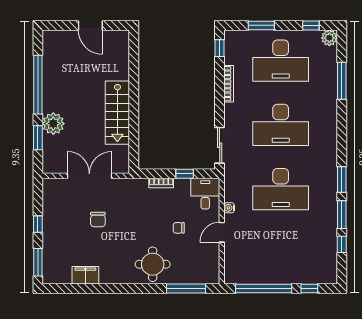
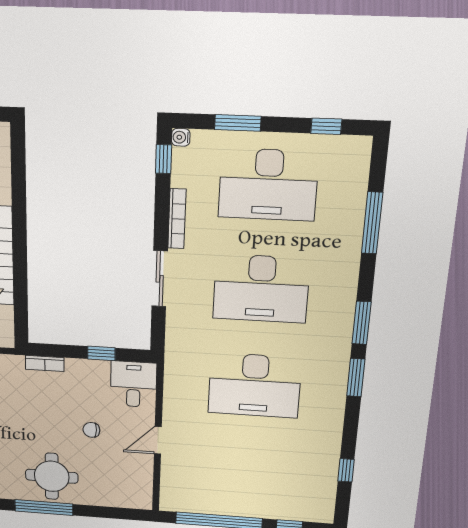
plant: (329, 38) -> (357, 149), removed
sliding door: (220, 145) -> (160, 279), moved
bookcase: (161, 183) -> (45, 363), moved
water cooler: (229, 208) -> (181, 137), moved
window: (342, 215) -> (362, 323), moved
window: (186, 289) -> (44, 508), moved

